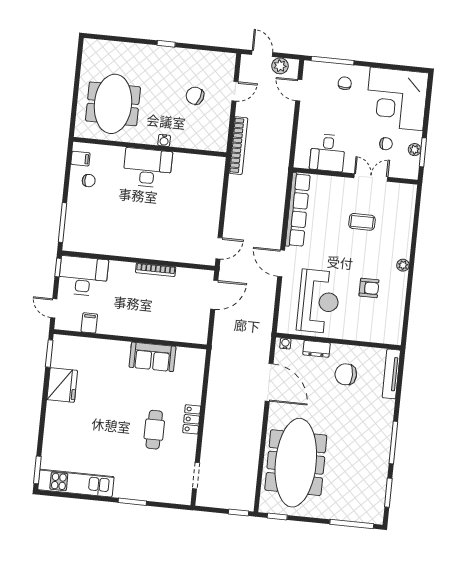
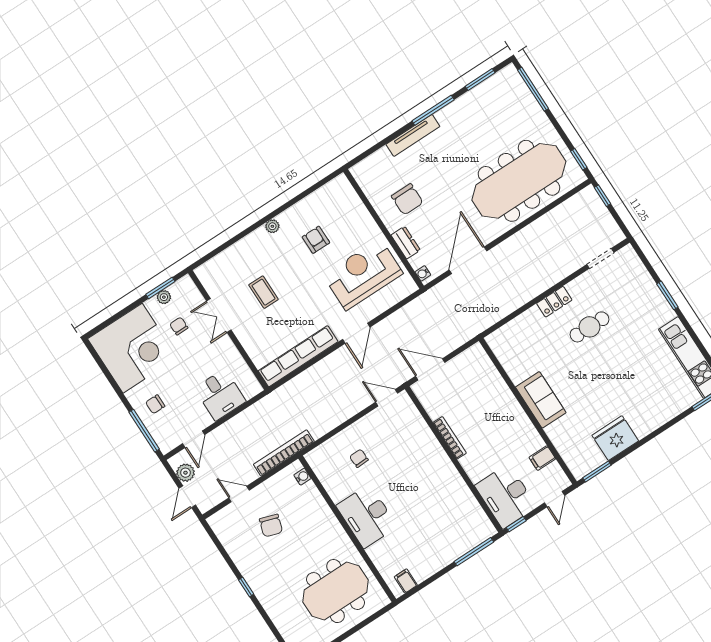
water cooler: (164, 140) -> (302, 477), moved
desk: (328, 153) -> (220, 395), moved, turned 90
chair: (89, 181) -> (359, 458), moved
sofa: (153, 357) -> (541, 400), moved
tv unit: (391, 374) -> (413, 135), moved

